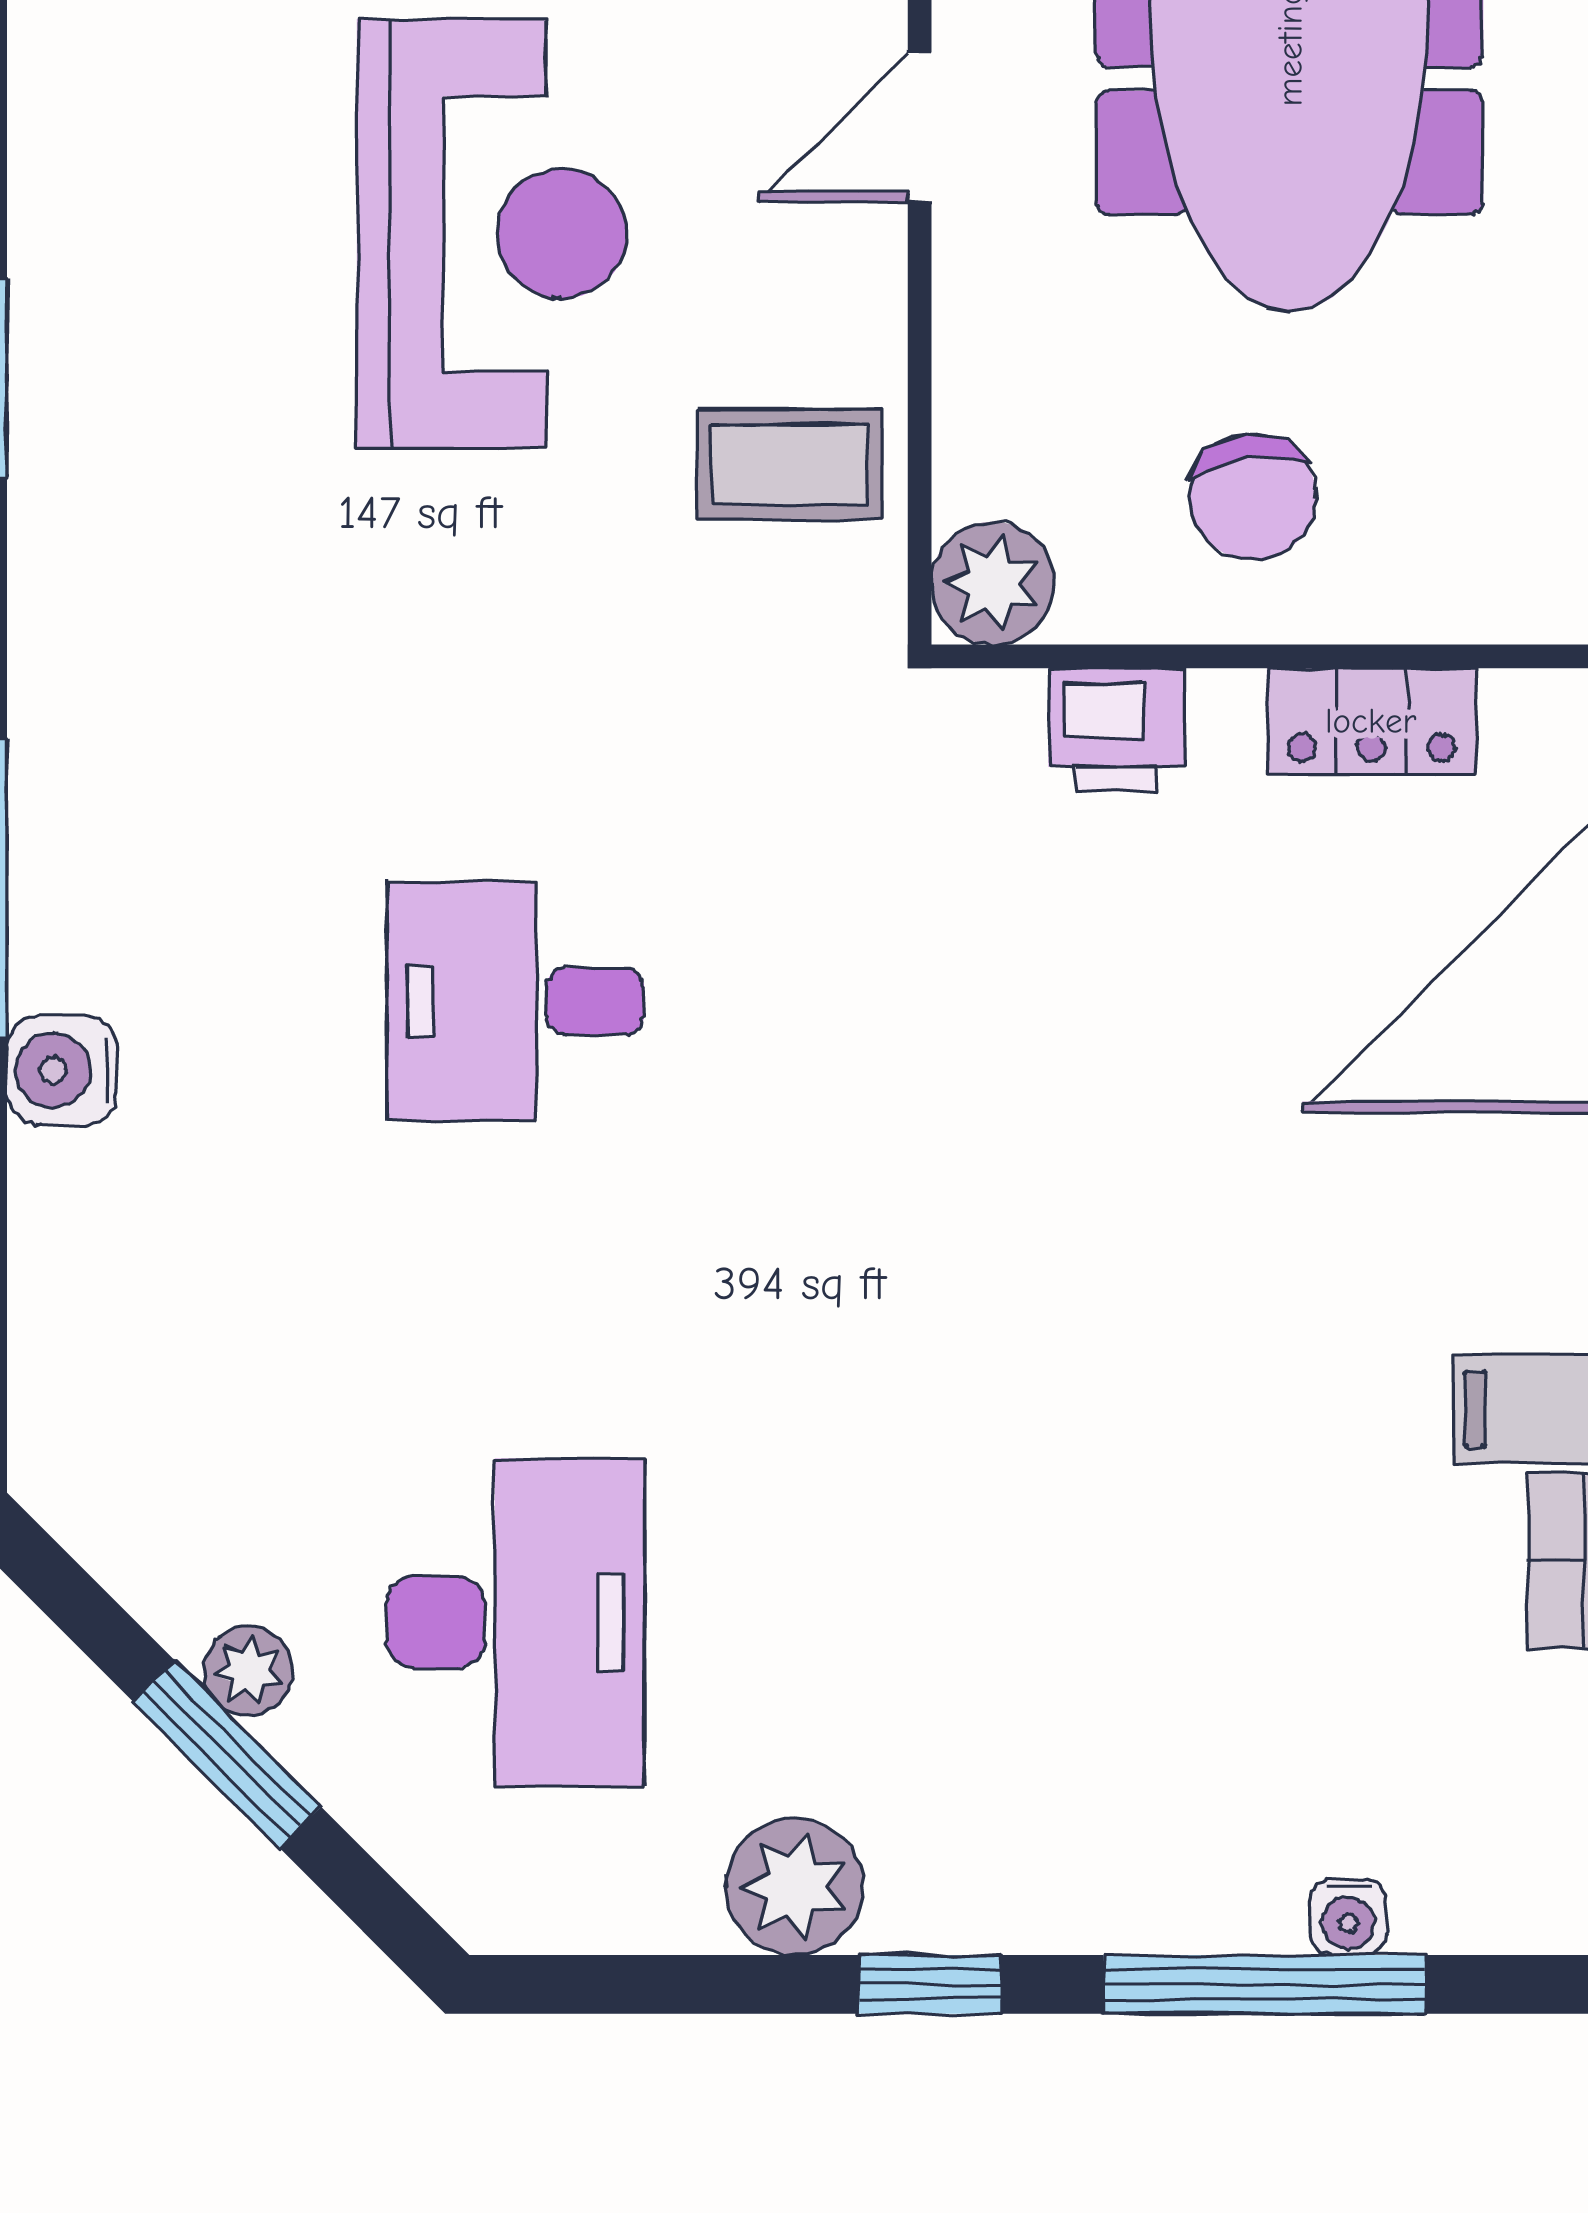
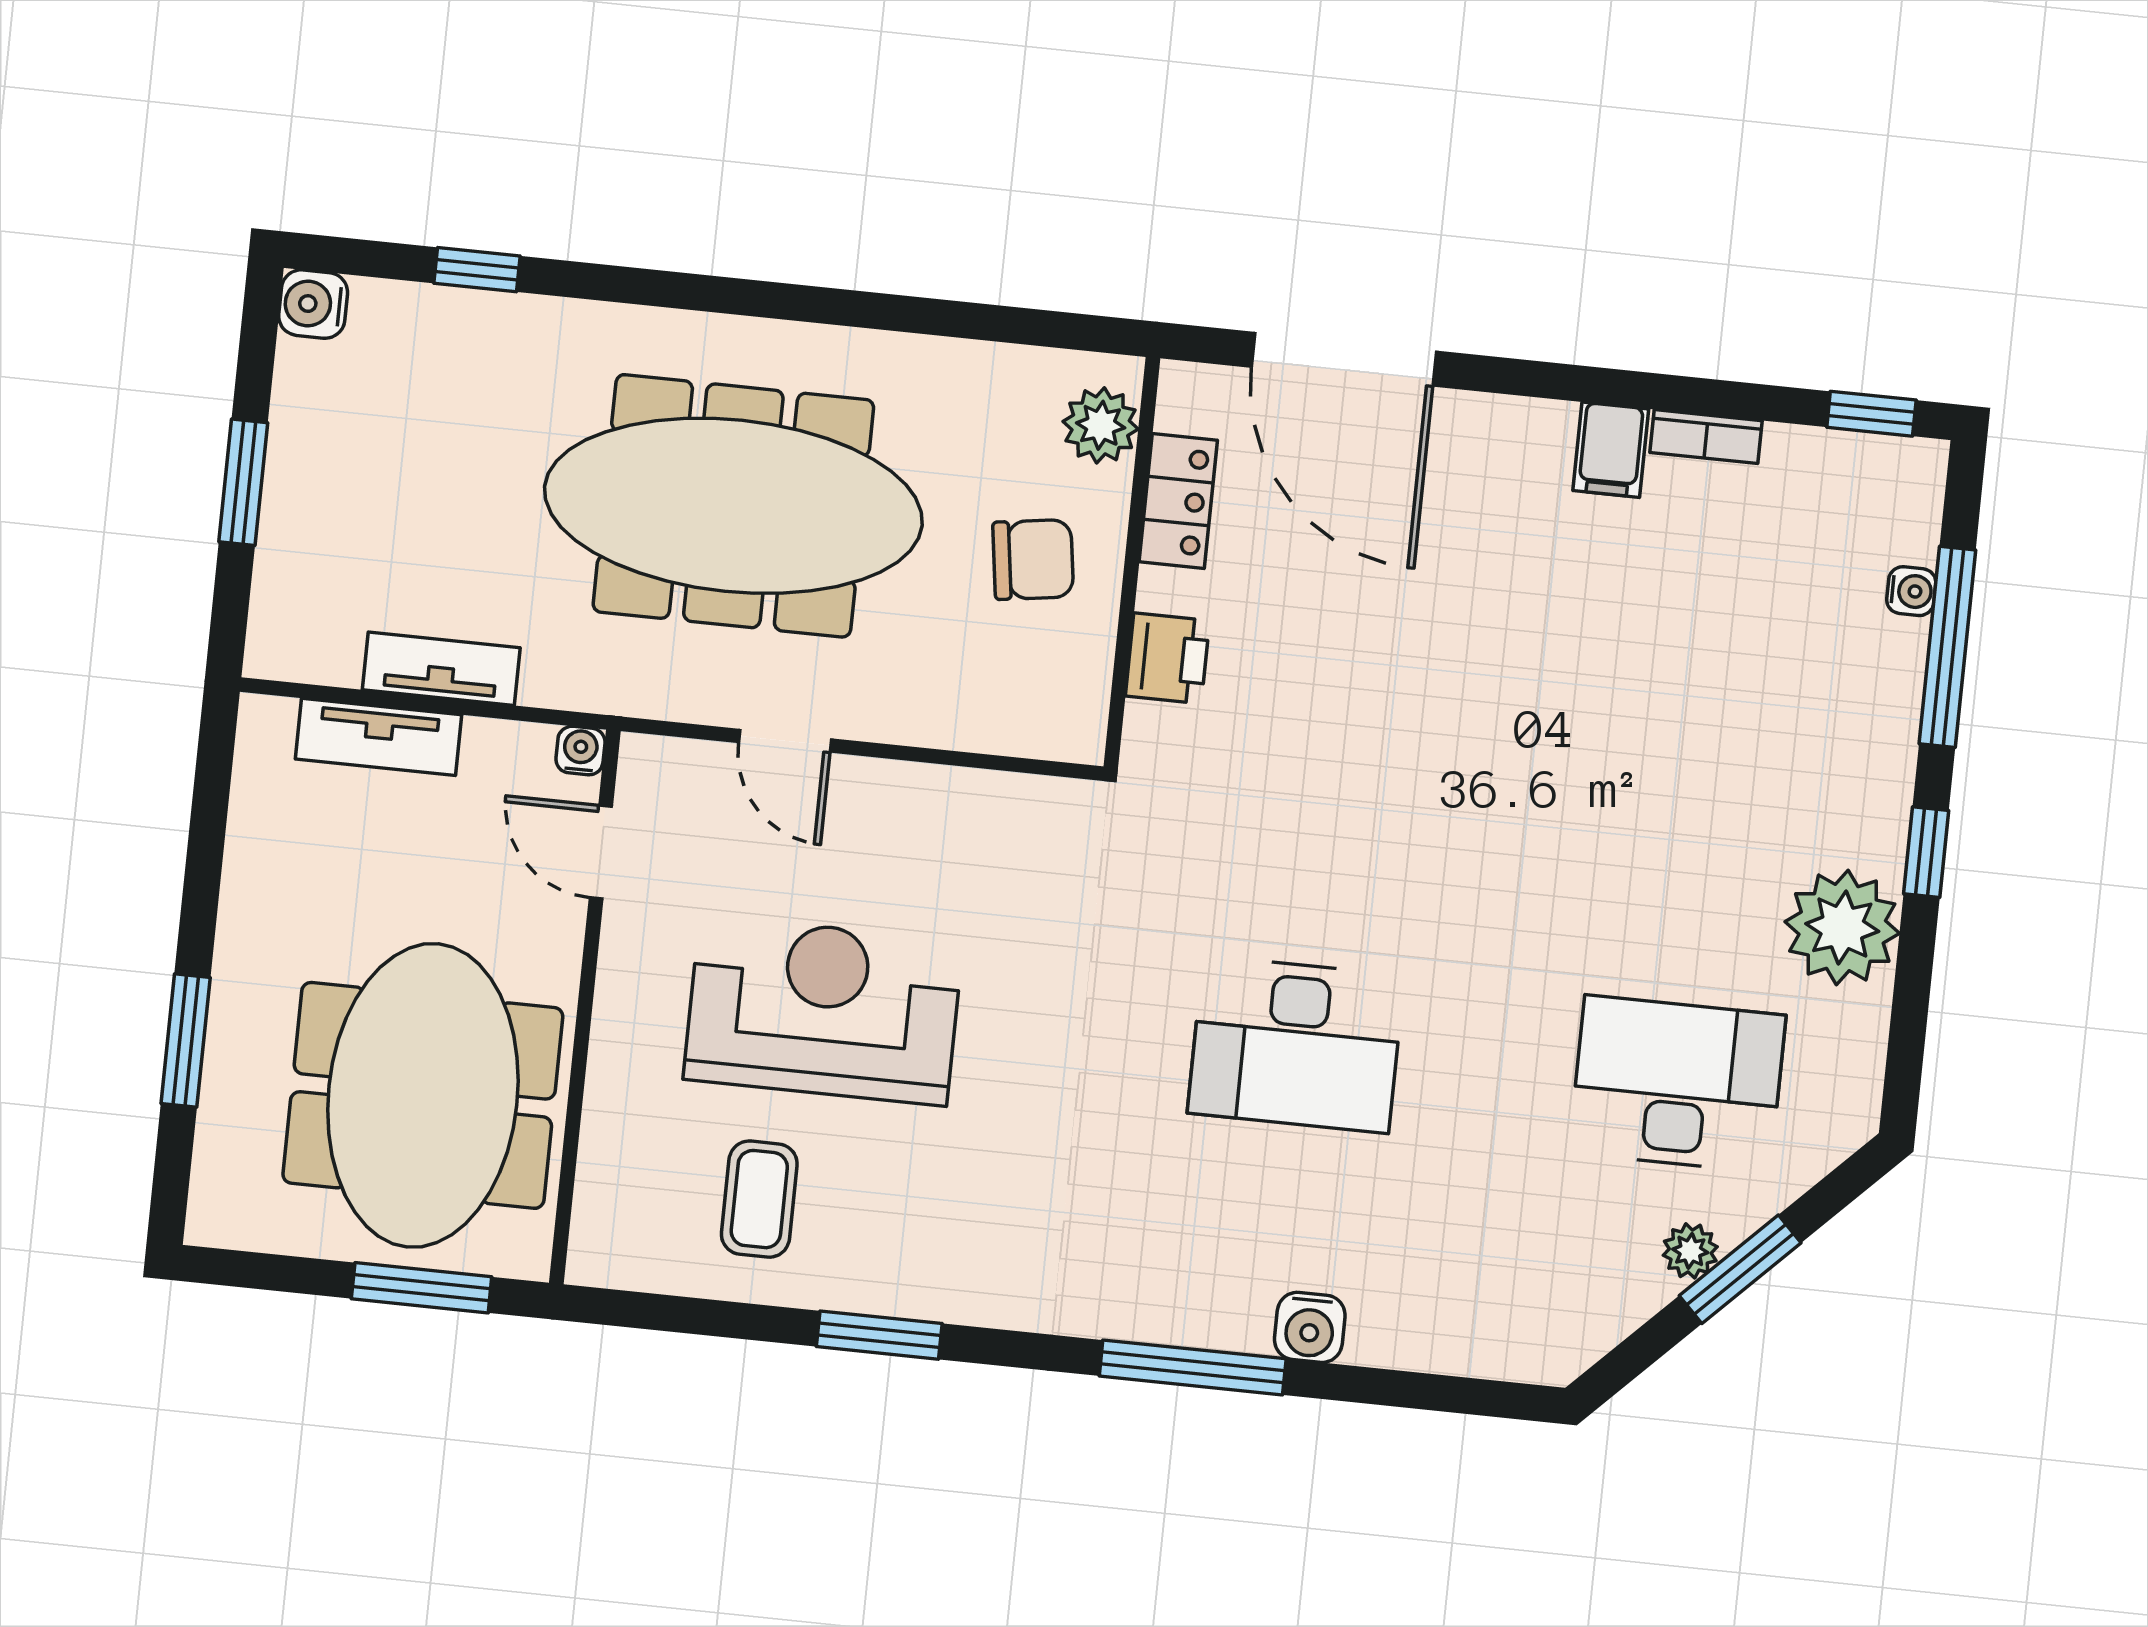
coffee table: (790, 464) -> (759, 1199), moved
plant: (993, 583) -> (1101, 425), moved
desk: (515, 1001) -> (1296, 1044), width x1.37
plant: (795, 1887) -> (1842, 927), width x1.36, depth x1.36

